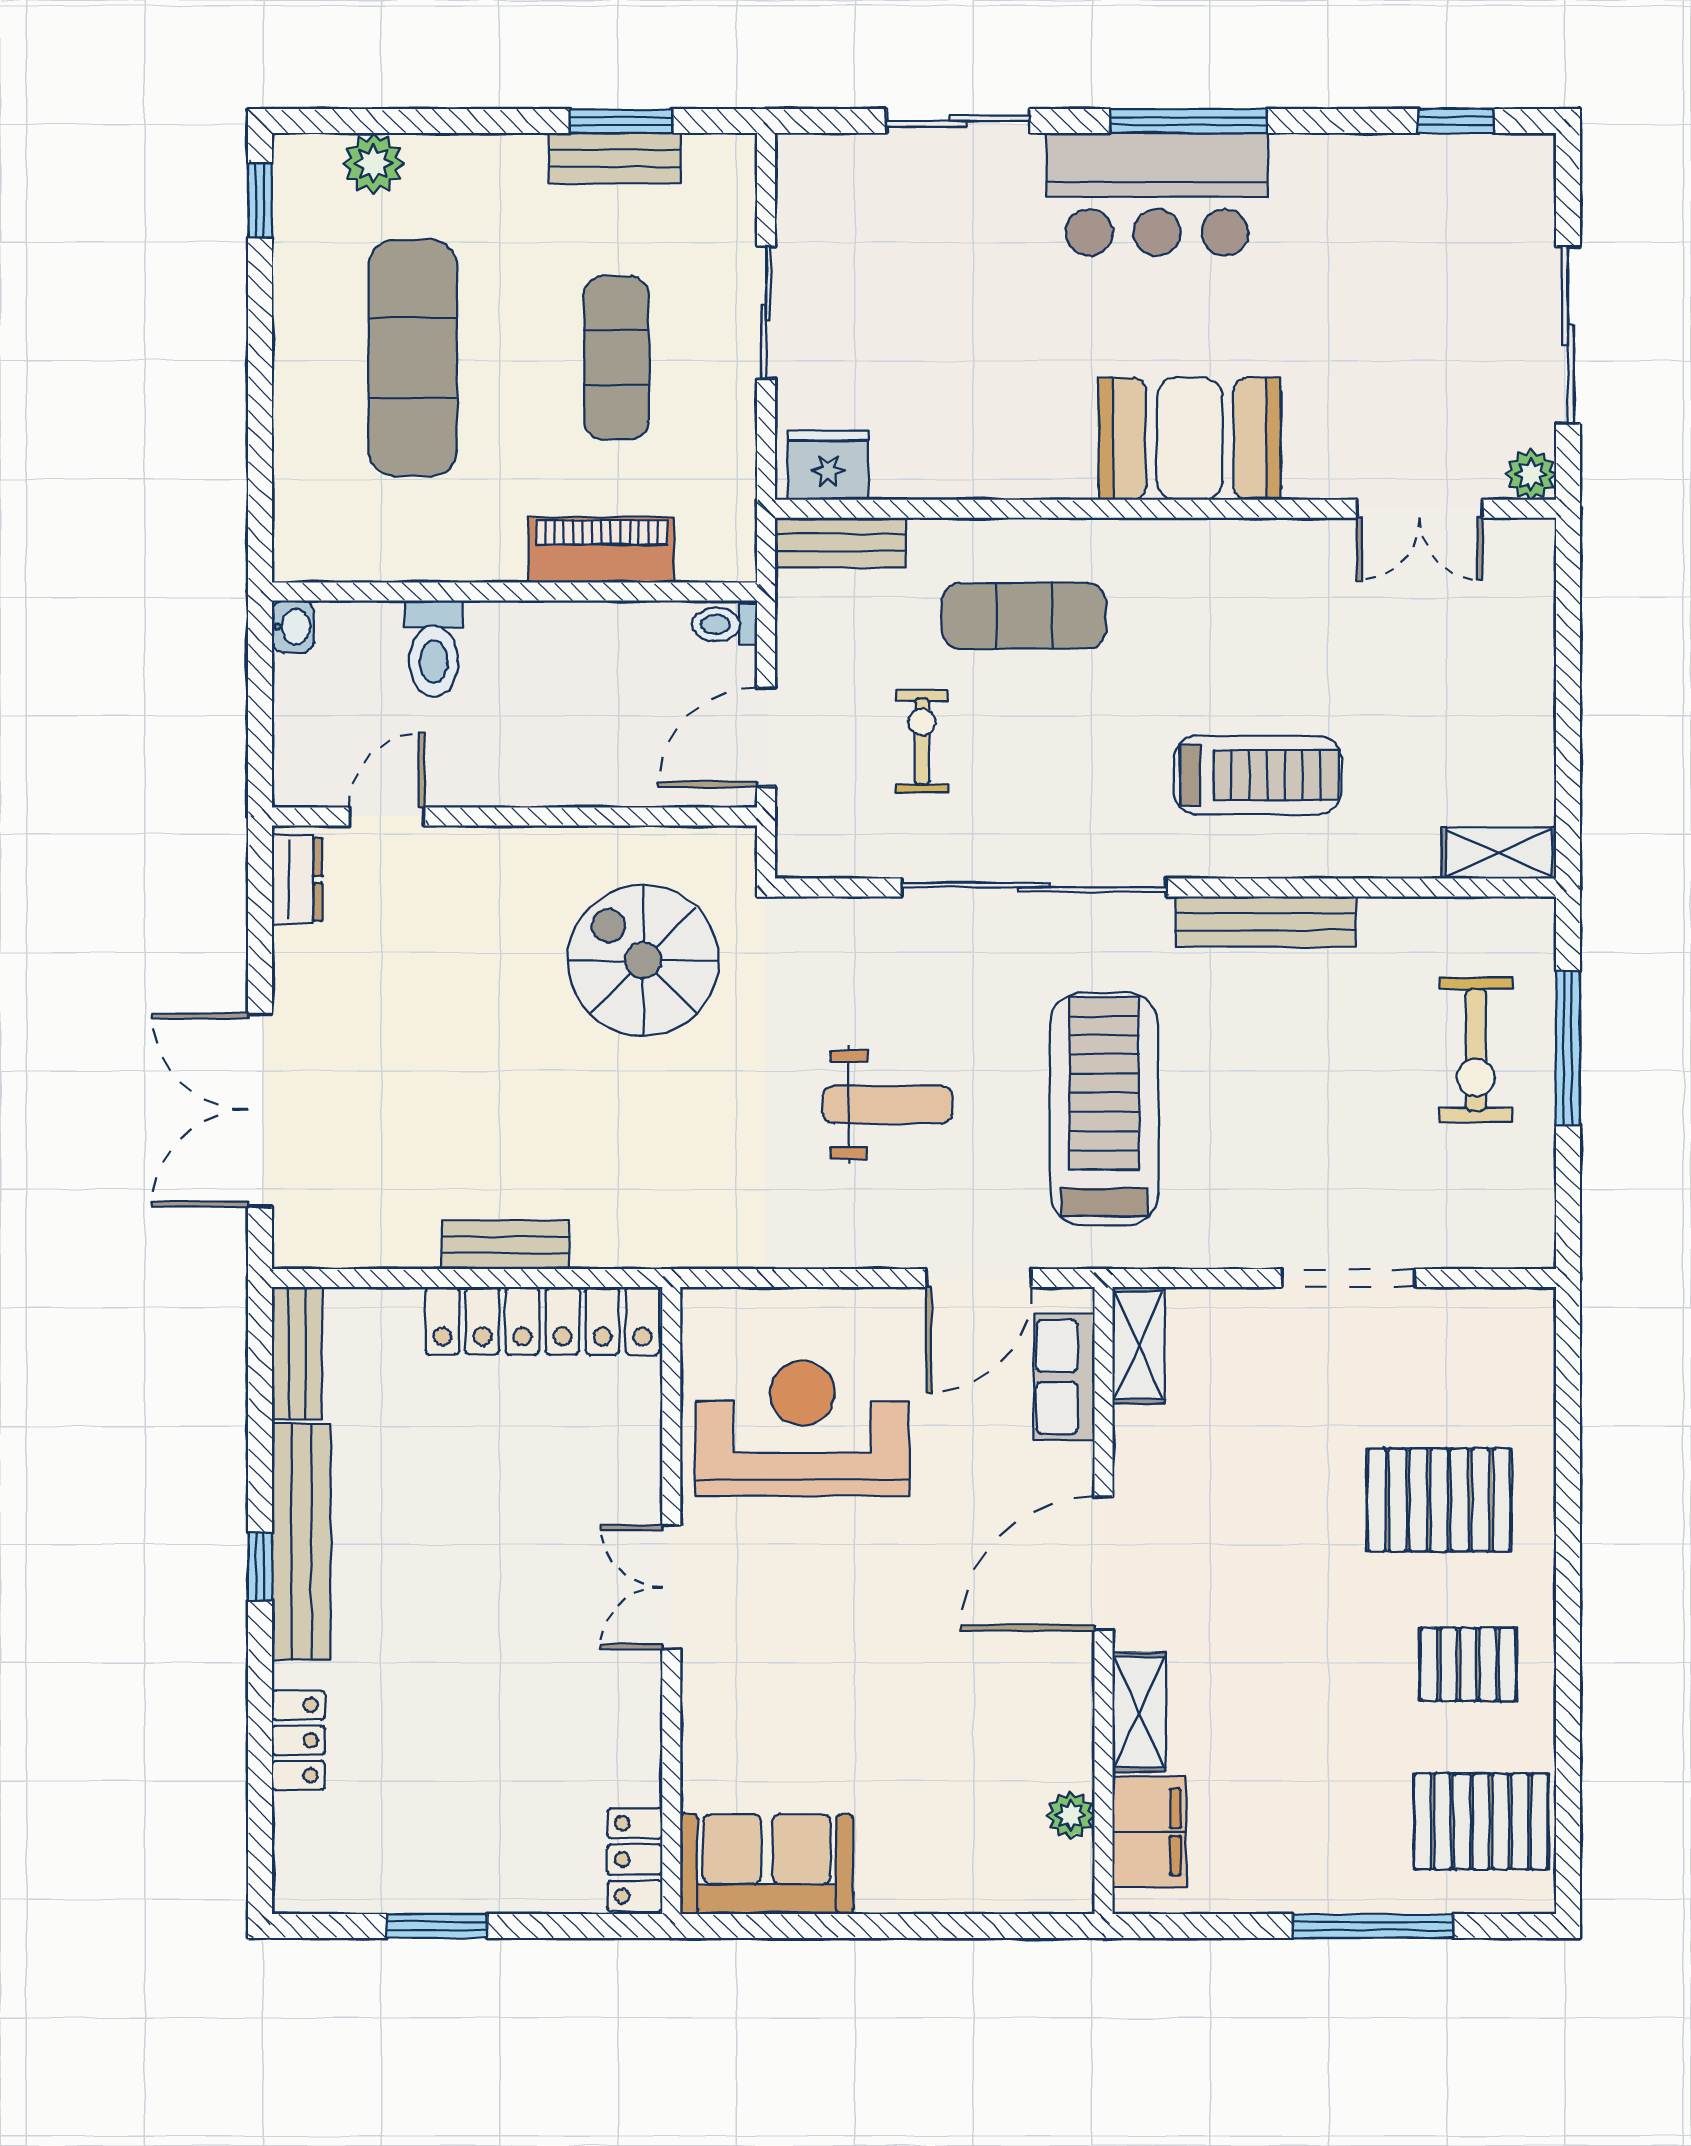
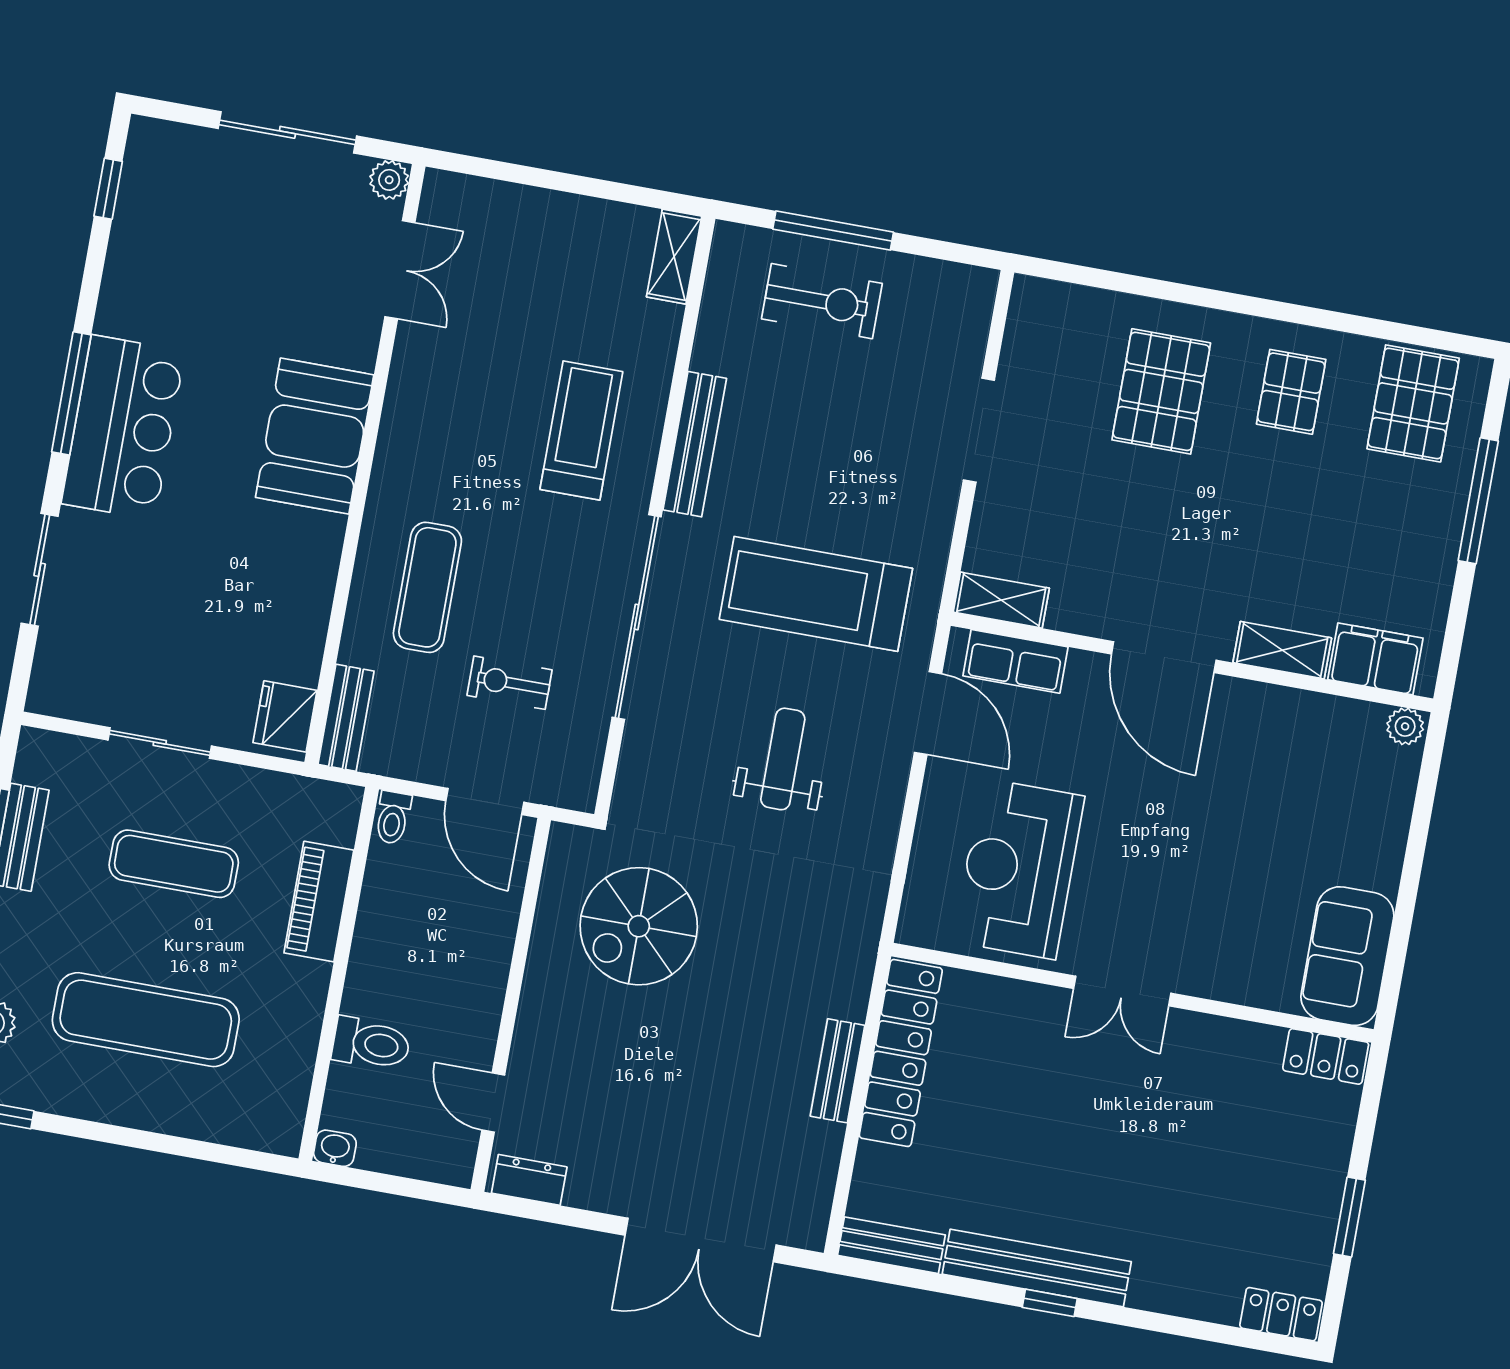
locker: (298, 1740) -> (1281, 1314), moved
plant: (1071, 1815) -> (1405, 726), moved

